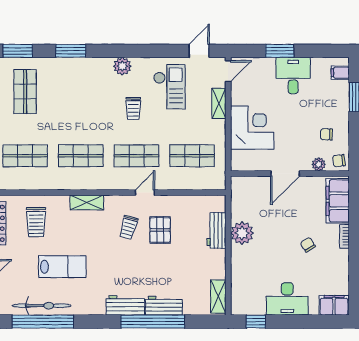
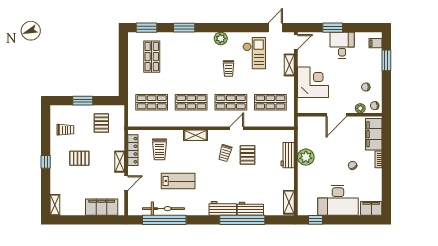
desk: (287, 299) -> (338, 200), width x1.36, depth x1.30

